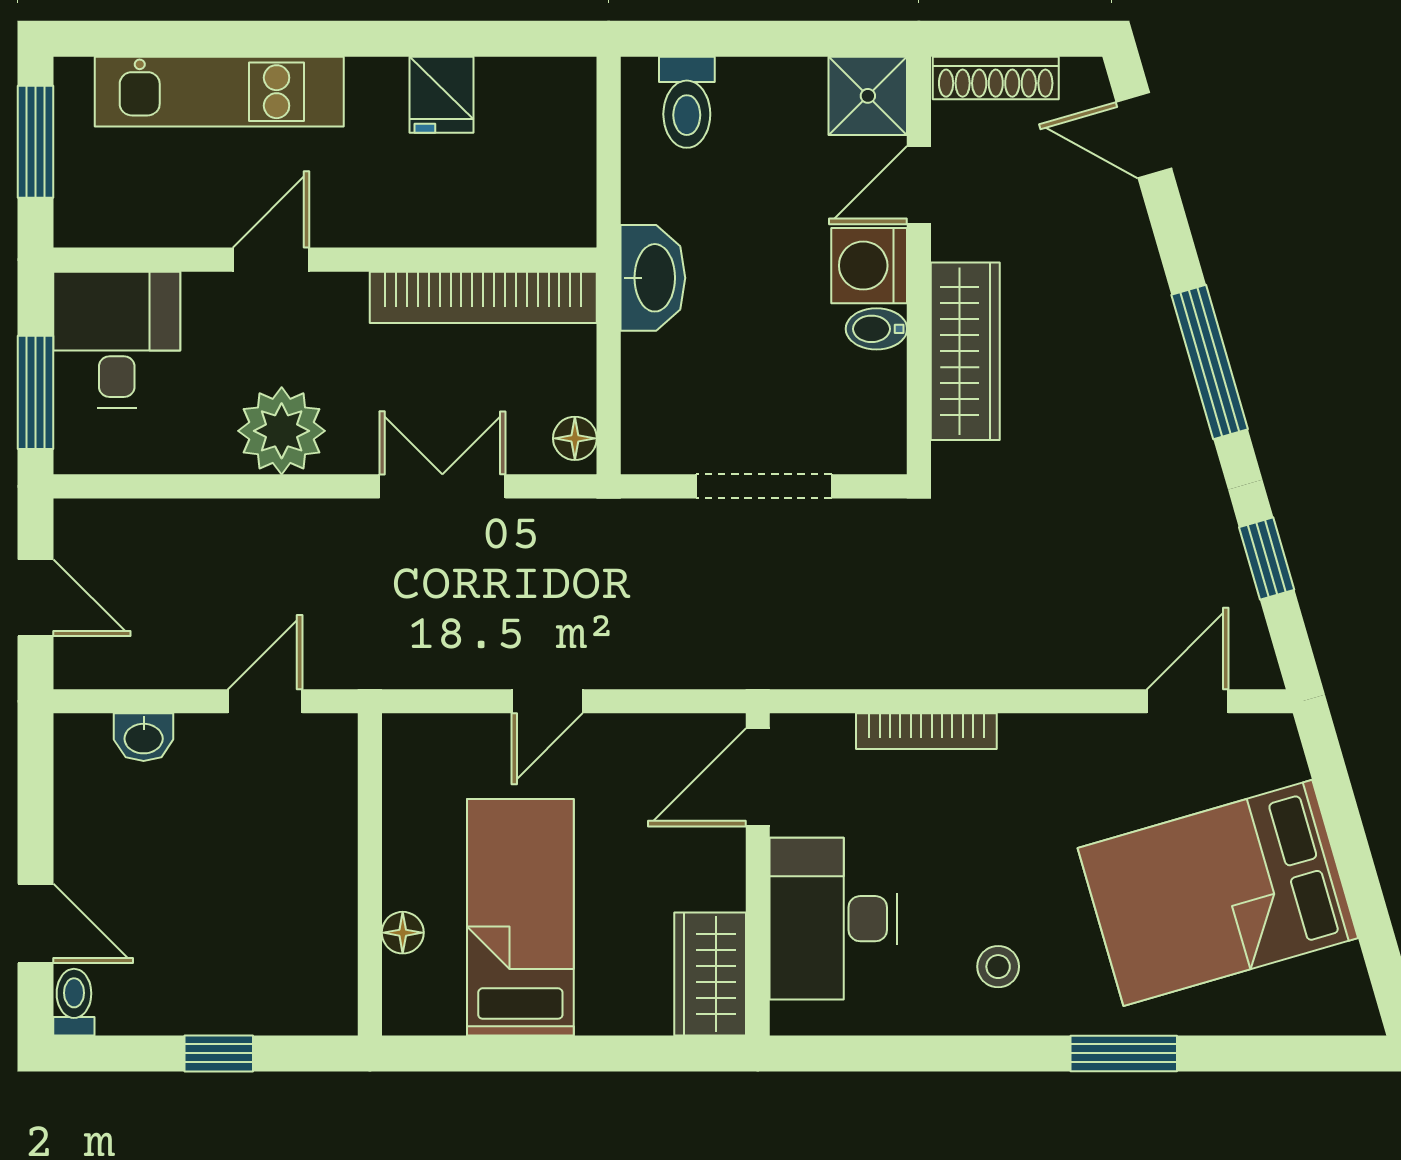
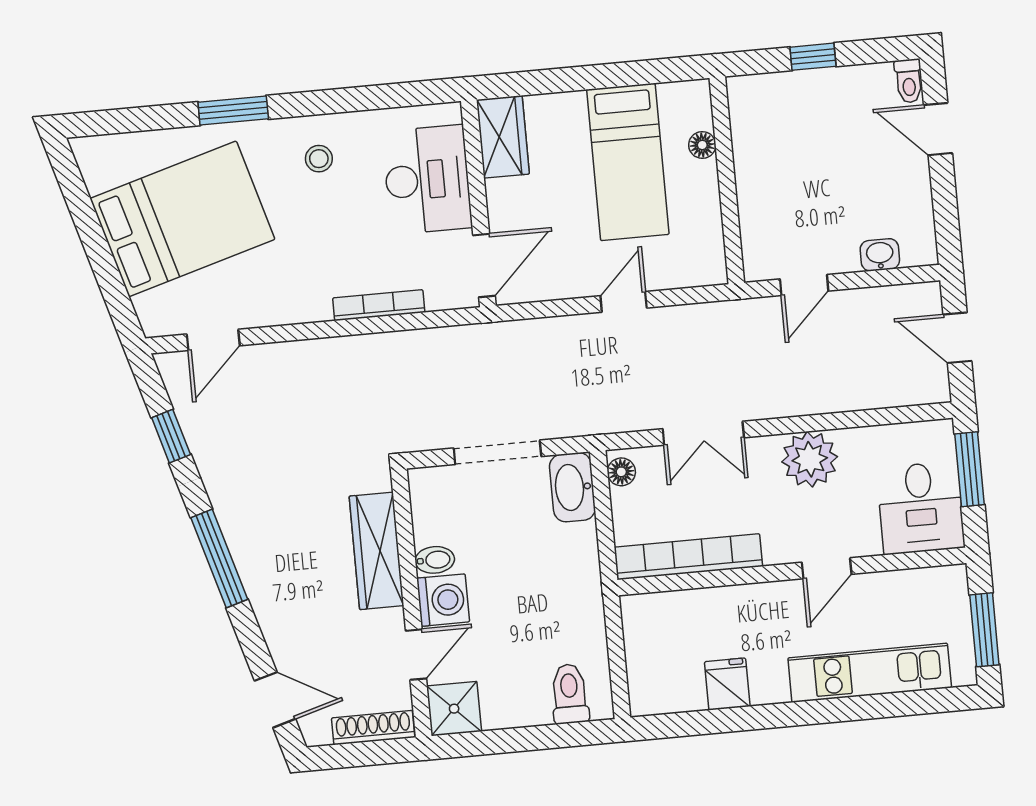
washbasin: (653, 278) -> (572, 487), moved

